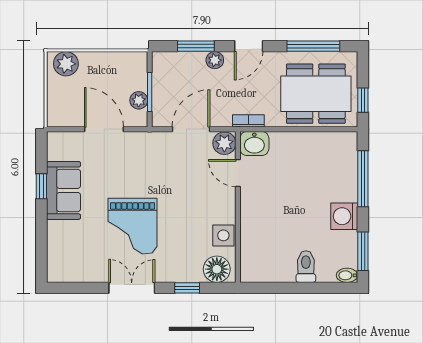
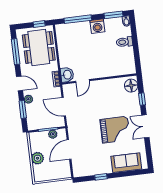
plant: (66, 64) -> (37, 158), moved
plant: (224, 143) -> (69, 89), removed
sofa: (64, 190) -> (126, 163), moved
side table: (223, 235) -> (114, 84), removed

